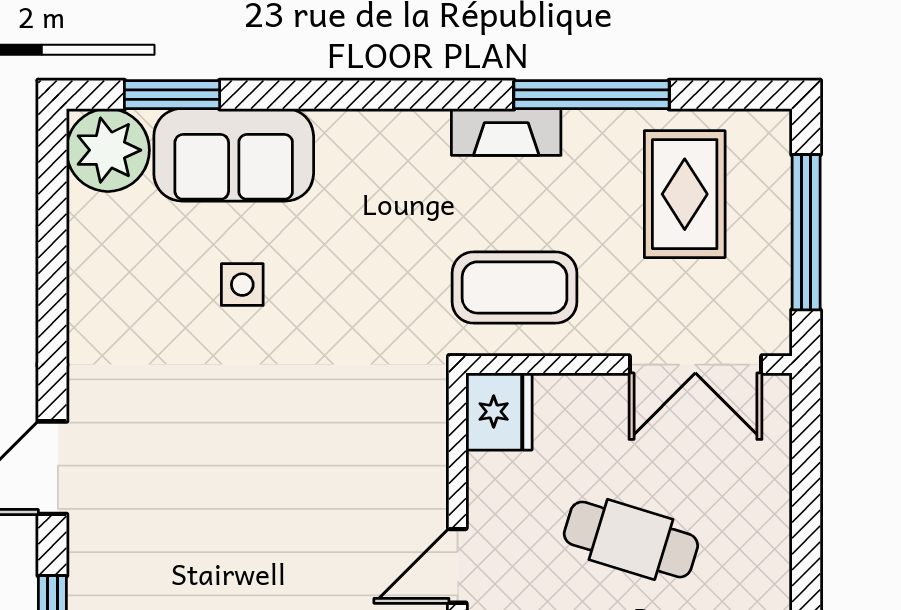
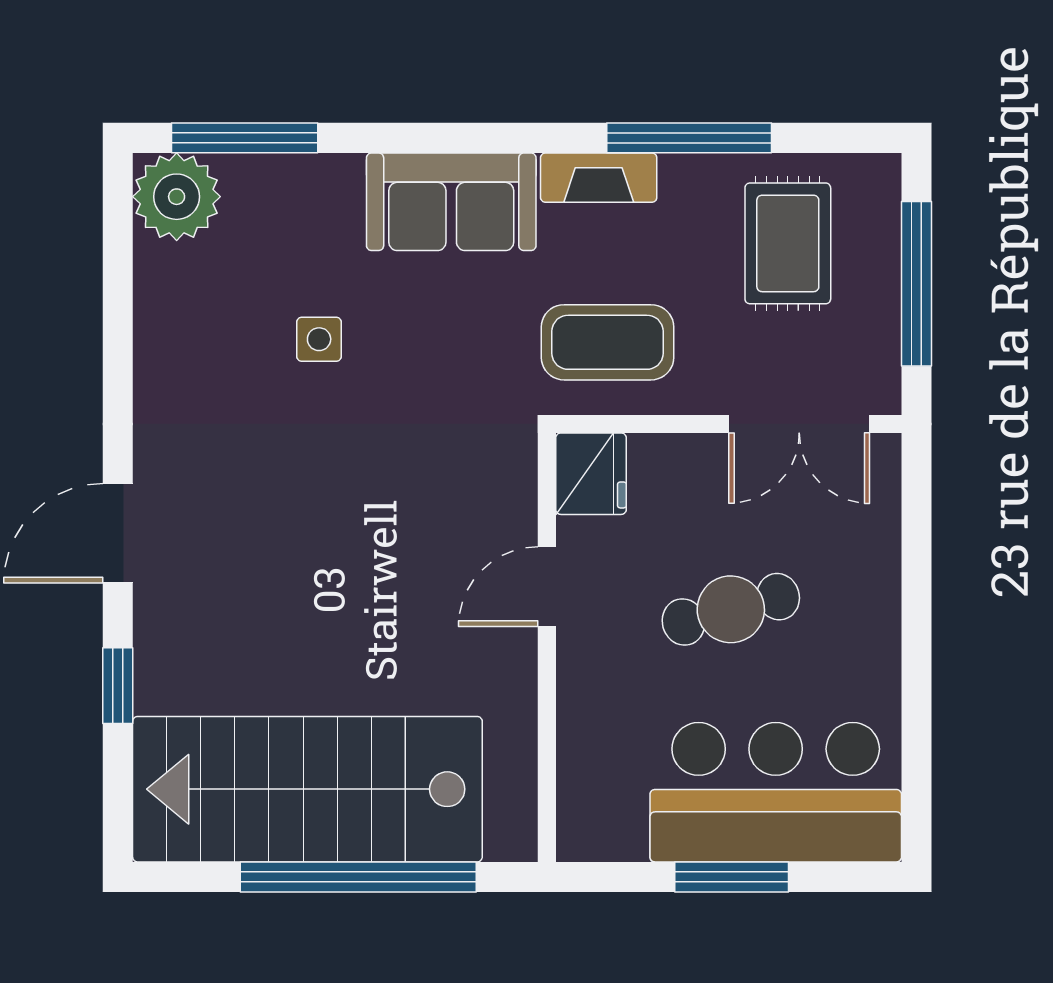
window: (172, 95) -> (245, 138), width x1.44
sofa: (234, 155) -> (451, 202), moved
cafe table: (631, 539) -> (731, 609), turned -32
door: (457, 566) -> (547, 587), moved

